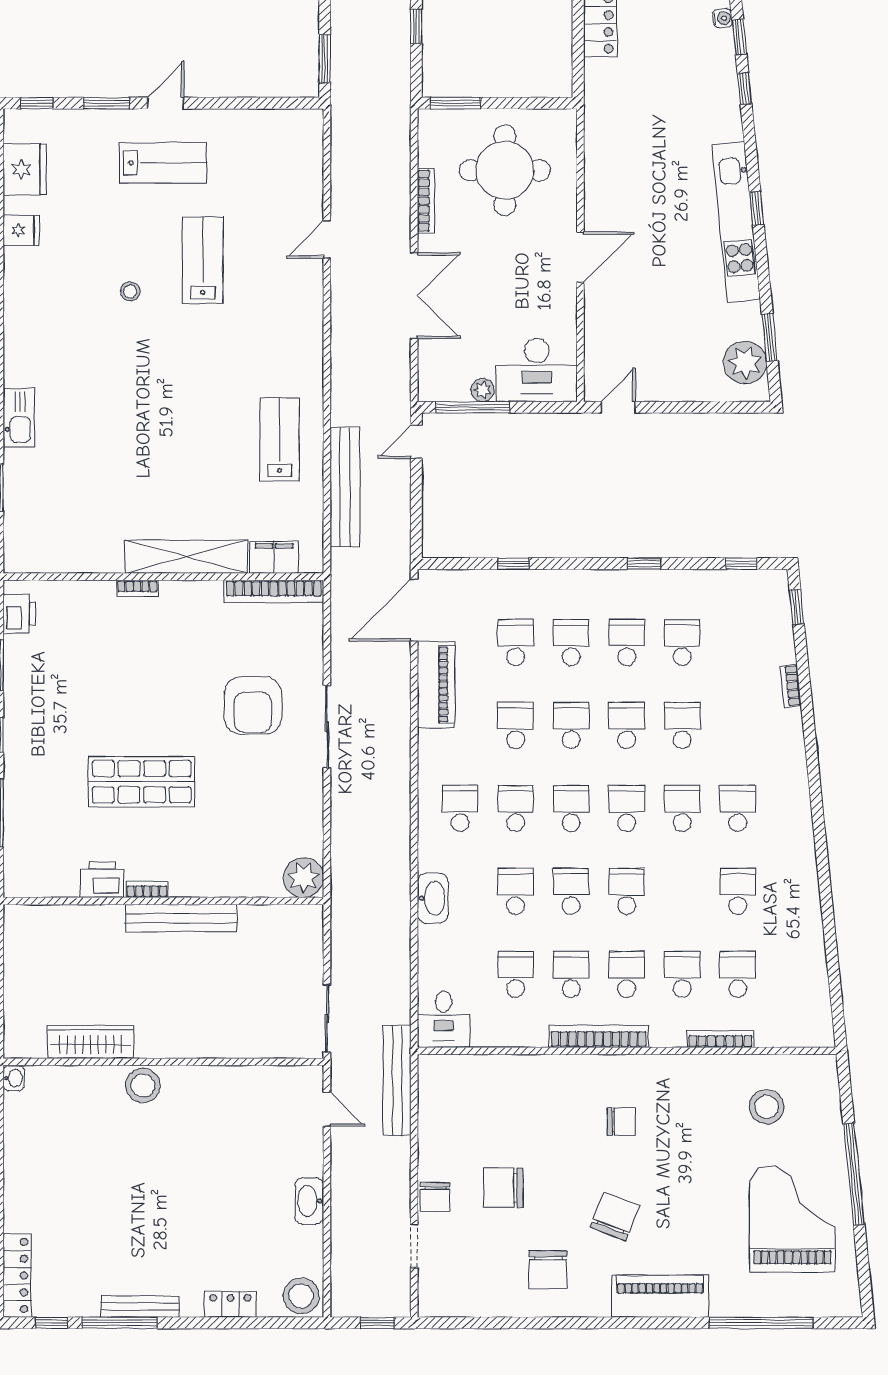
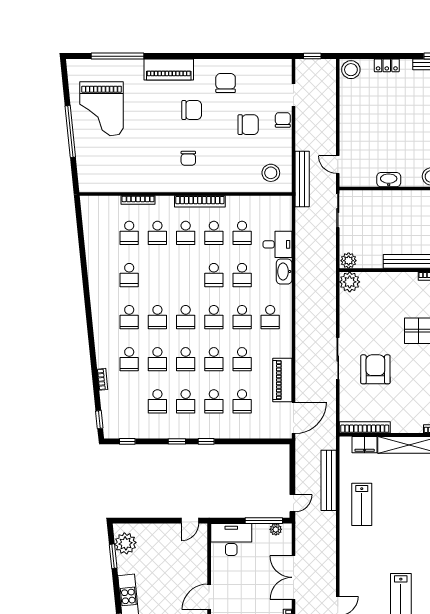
plant: (483, 390) -> (276, 529), moved
window: (514, 564) -> (206, 441), moved
school desk: (627, 891) -> (129, 359), moved
plant: (306, 920) -> (349, 261), added
desk: (444, 1019) -> (278, 244), moved, turned 90
stool: (767, 1107) -> (271, 173), moved
chair: (621, 1121) -> (188, 158), turned -90
washbasin: (309, 1201) -> (389, 180), moved, turned -90
chair: (615, 1216) -> (192, 110), turned -111

